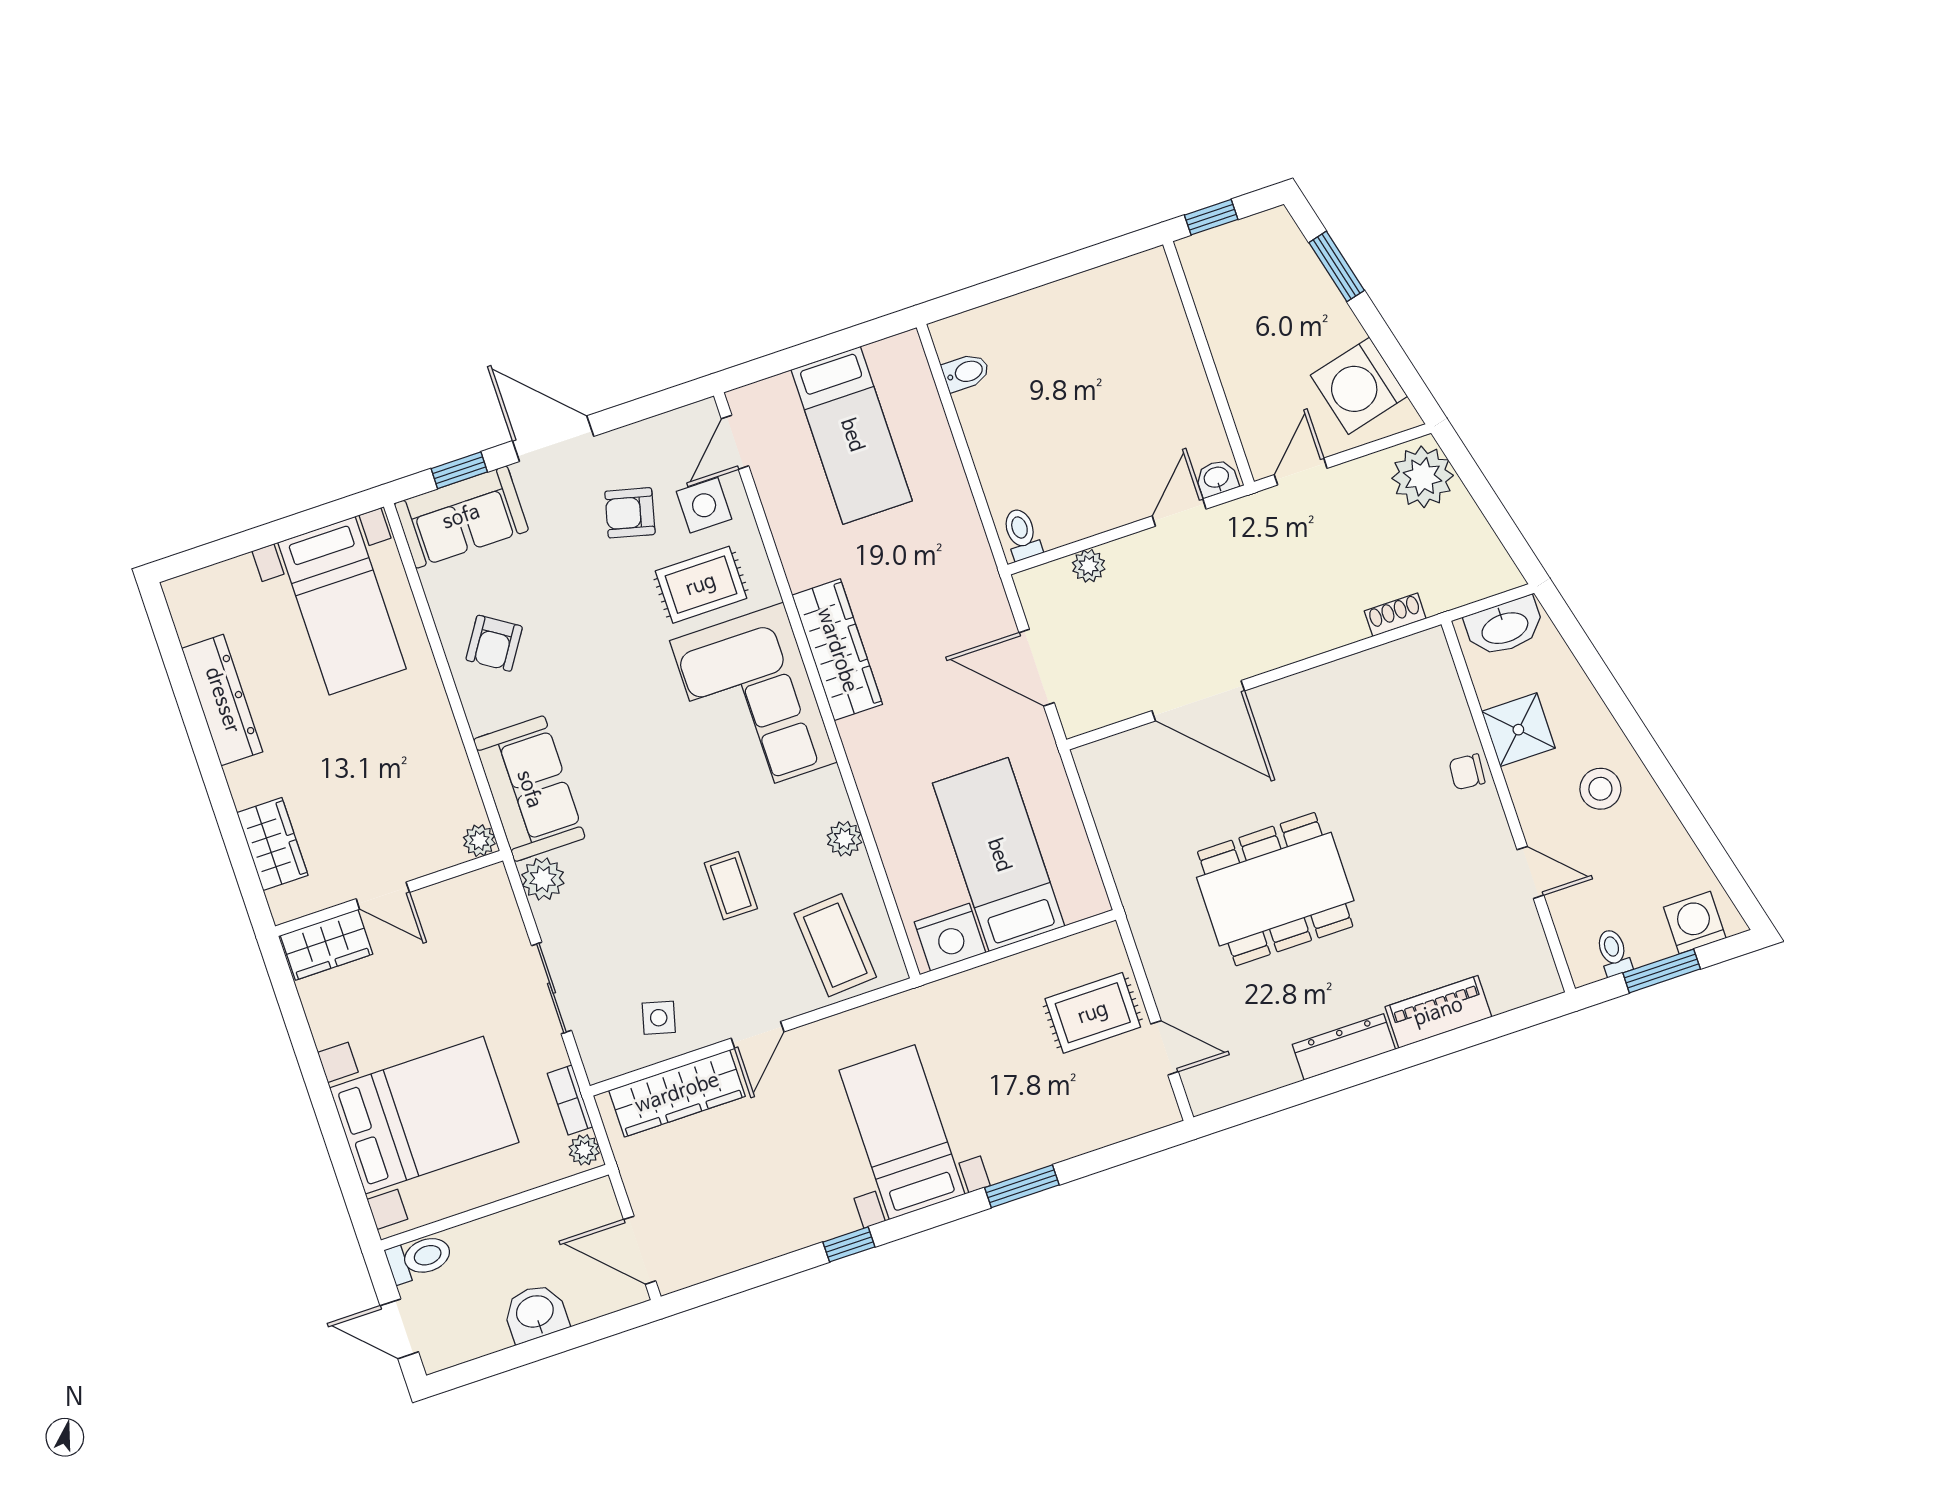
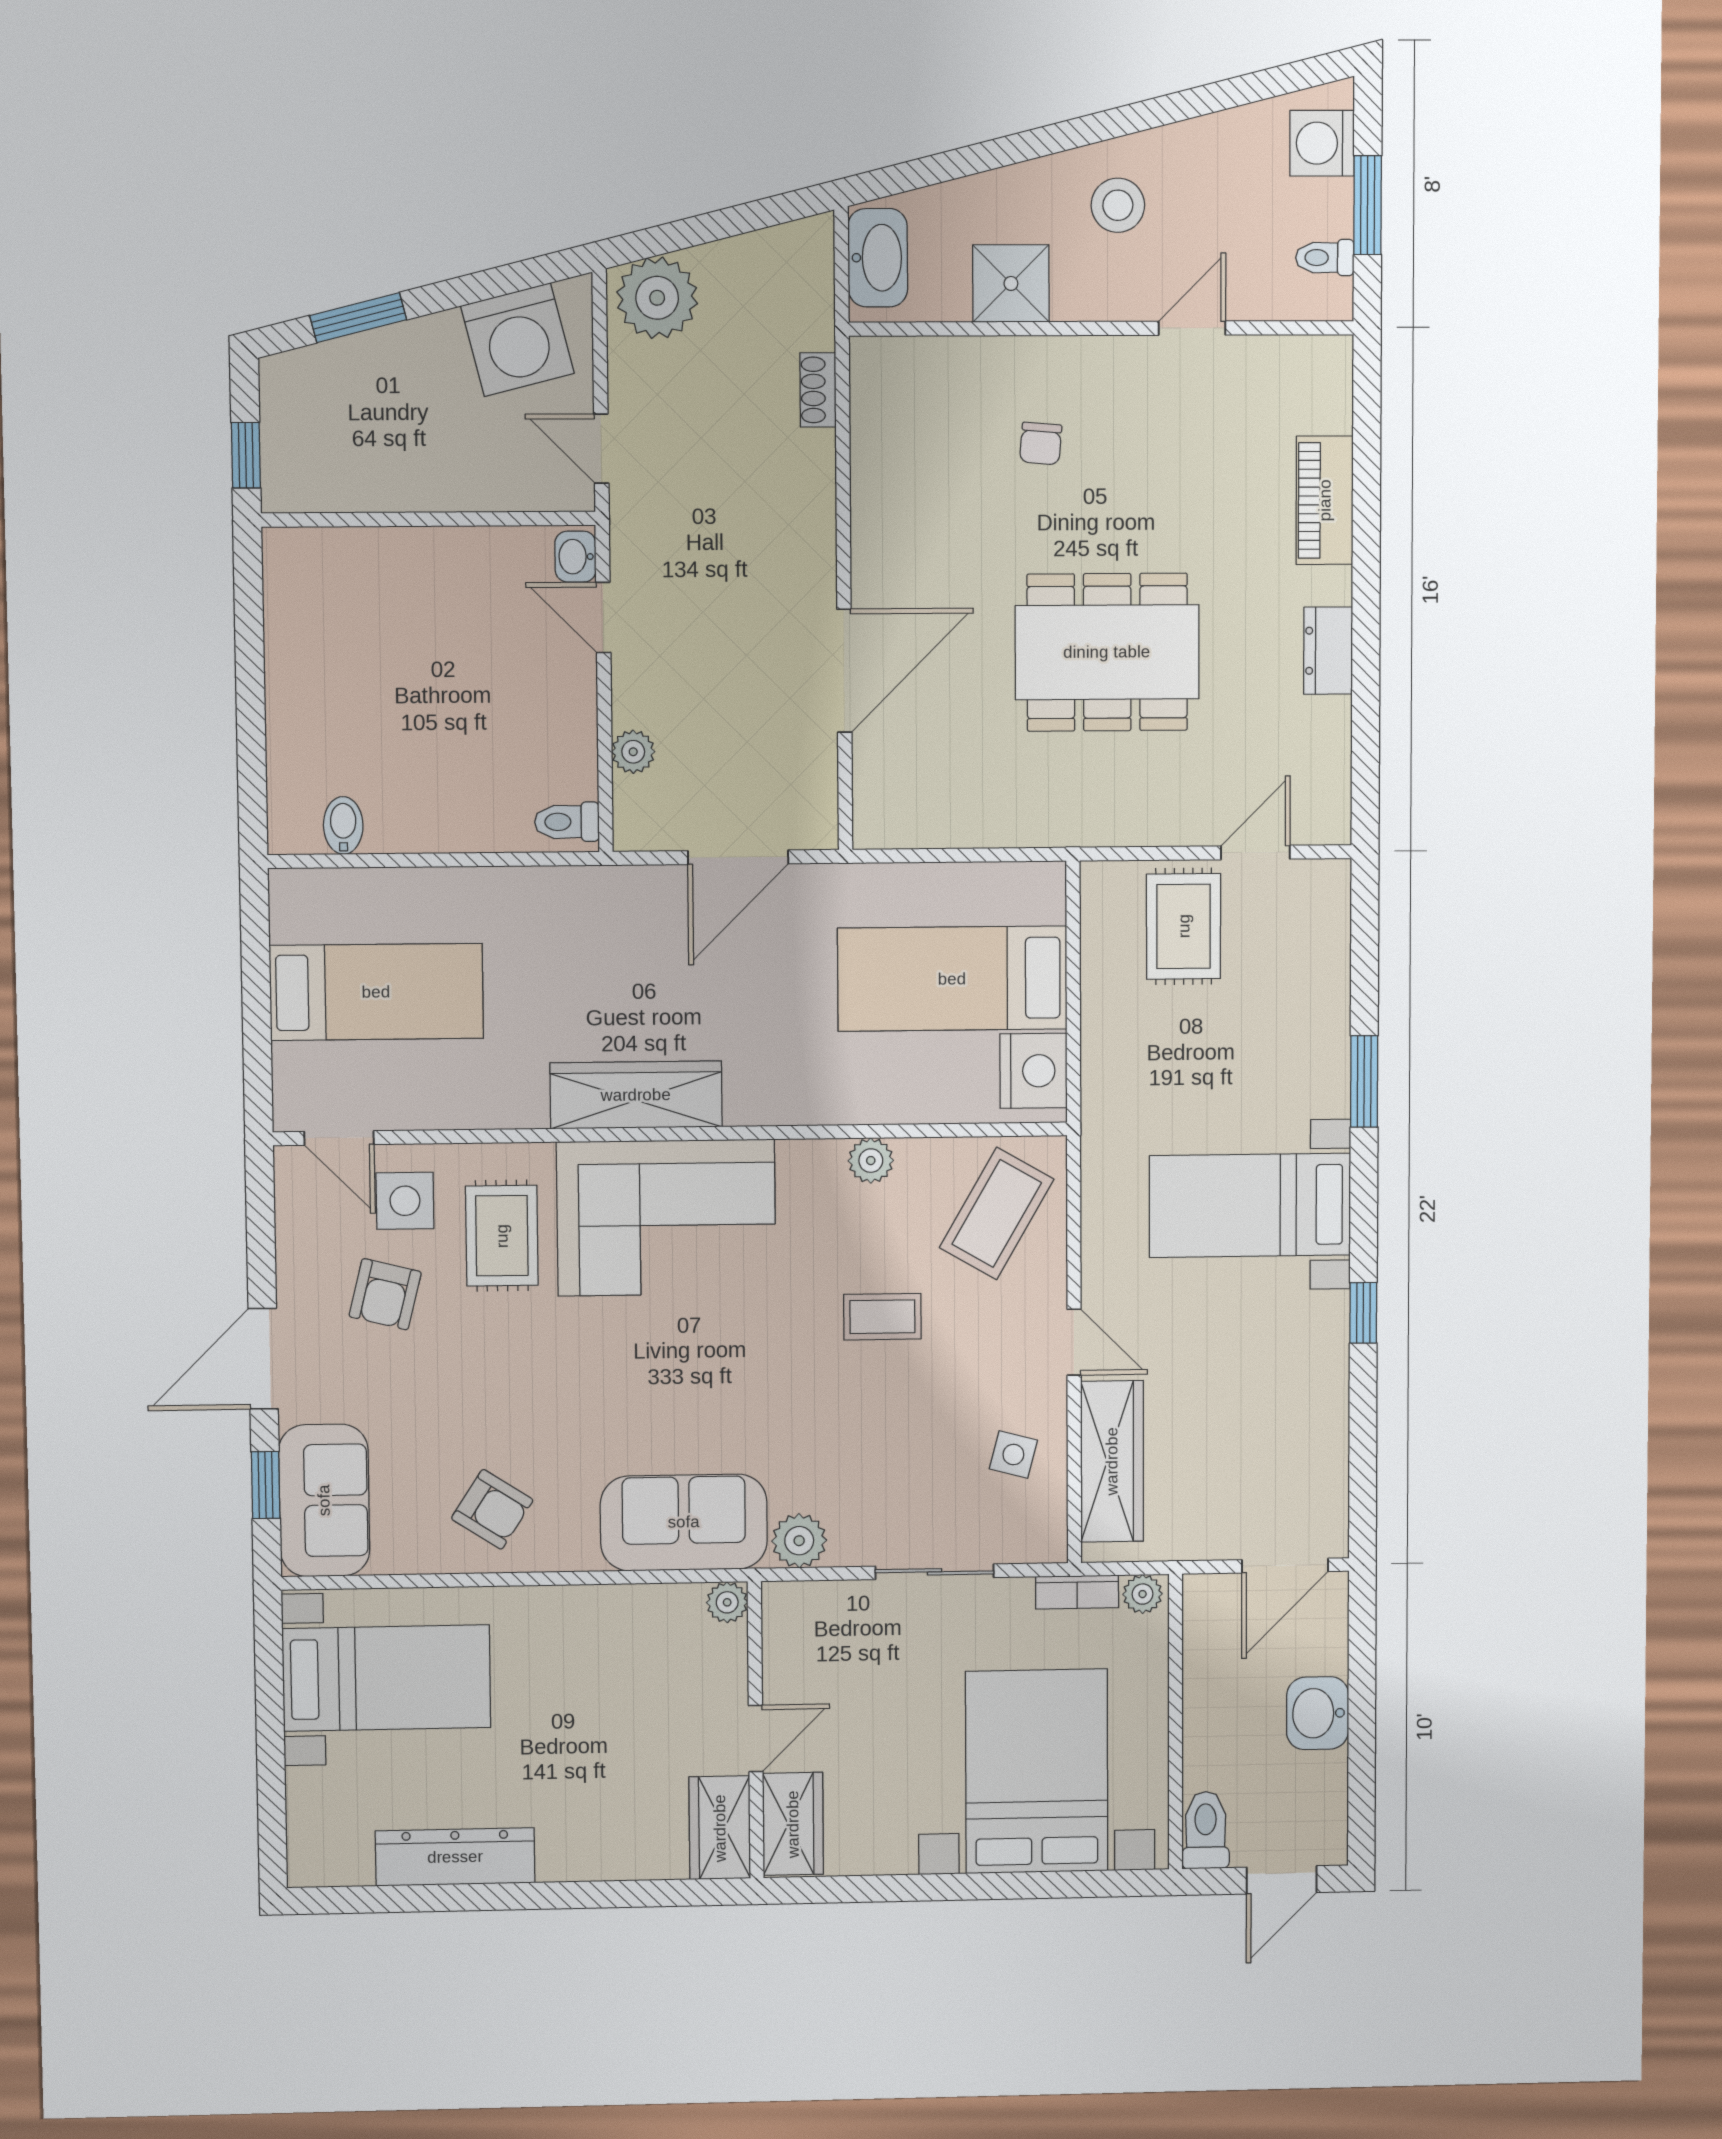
chair: (1467, 772) -> (1041, 444), moved
wardrobe: (272, 844) -> (720, 1828), moved, turned -90
dining table: (1275, 889) -> (1107, 652), turned 90
coffee table: (835, 945) -> (997, 1213), turned -56
dresser: (1344, 1047) -> (1328, 651), width x0.70

